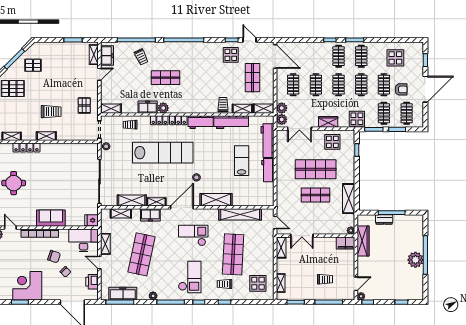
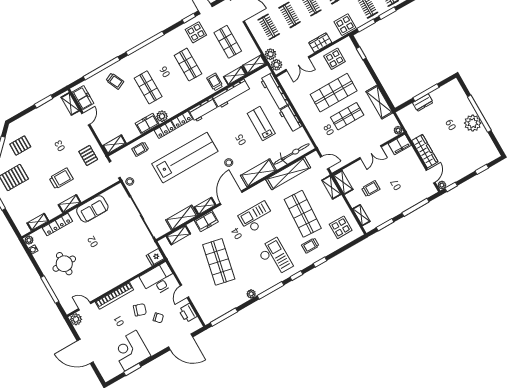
shop shelf: (166, 78) -> (148, 87), turned 90
shop shelf: (209, 78) -> (188, 65), added
bicycle: (252, 200) -> (292, 154), added
sofa: (51, 218) -> (92, 209), moved, turned 180
double door: (302, 236) -> (371, 152), moved
wardrobe: (363, 241) -> (425, 151), moved
shelving: (105, 244) -> (331, 187), moved
door: (99, 262) -> (184, 291), hinge flipped
trolley: (325, 279) -> (371, 189), moved
freezer: (123, 294) -> (222, 308), removed

